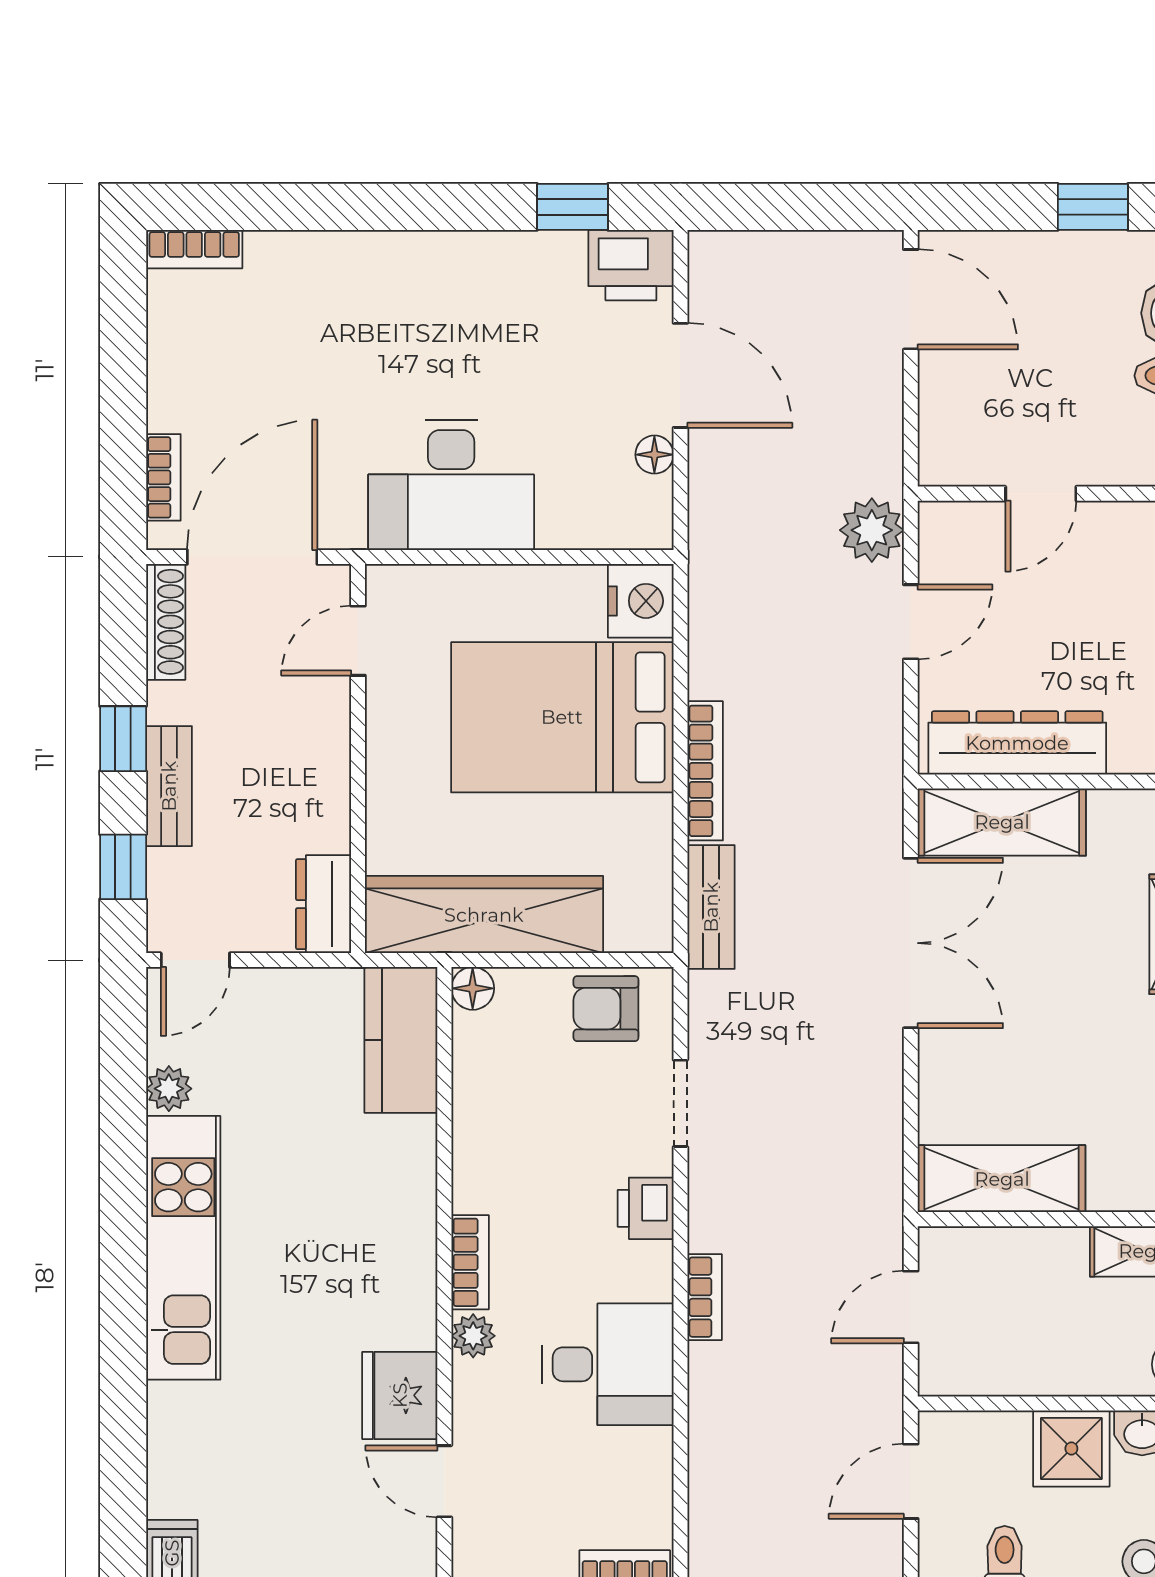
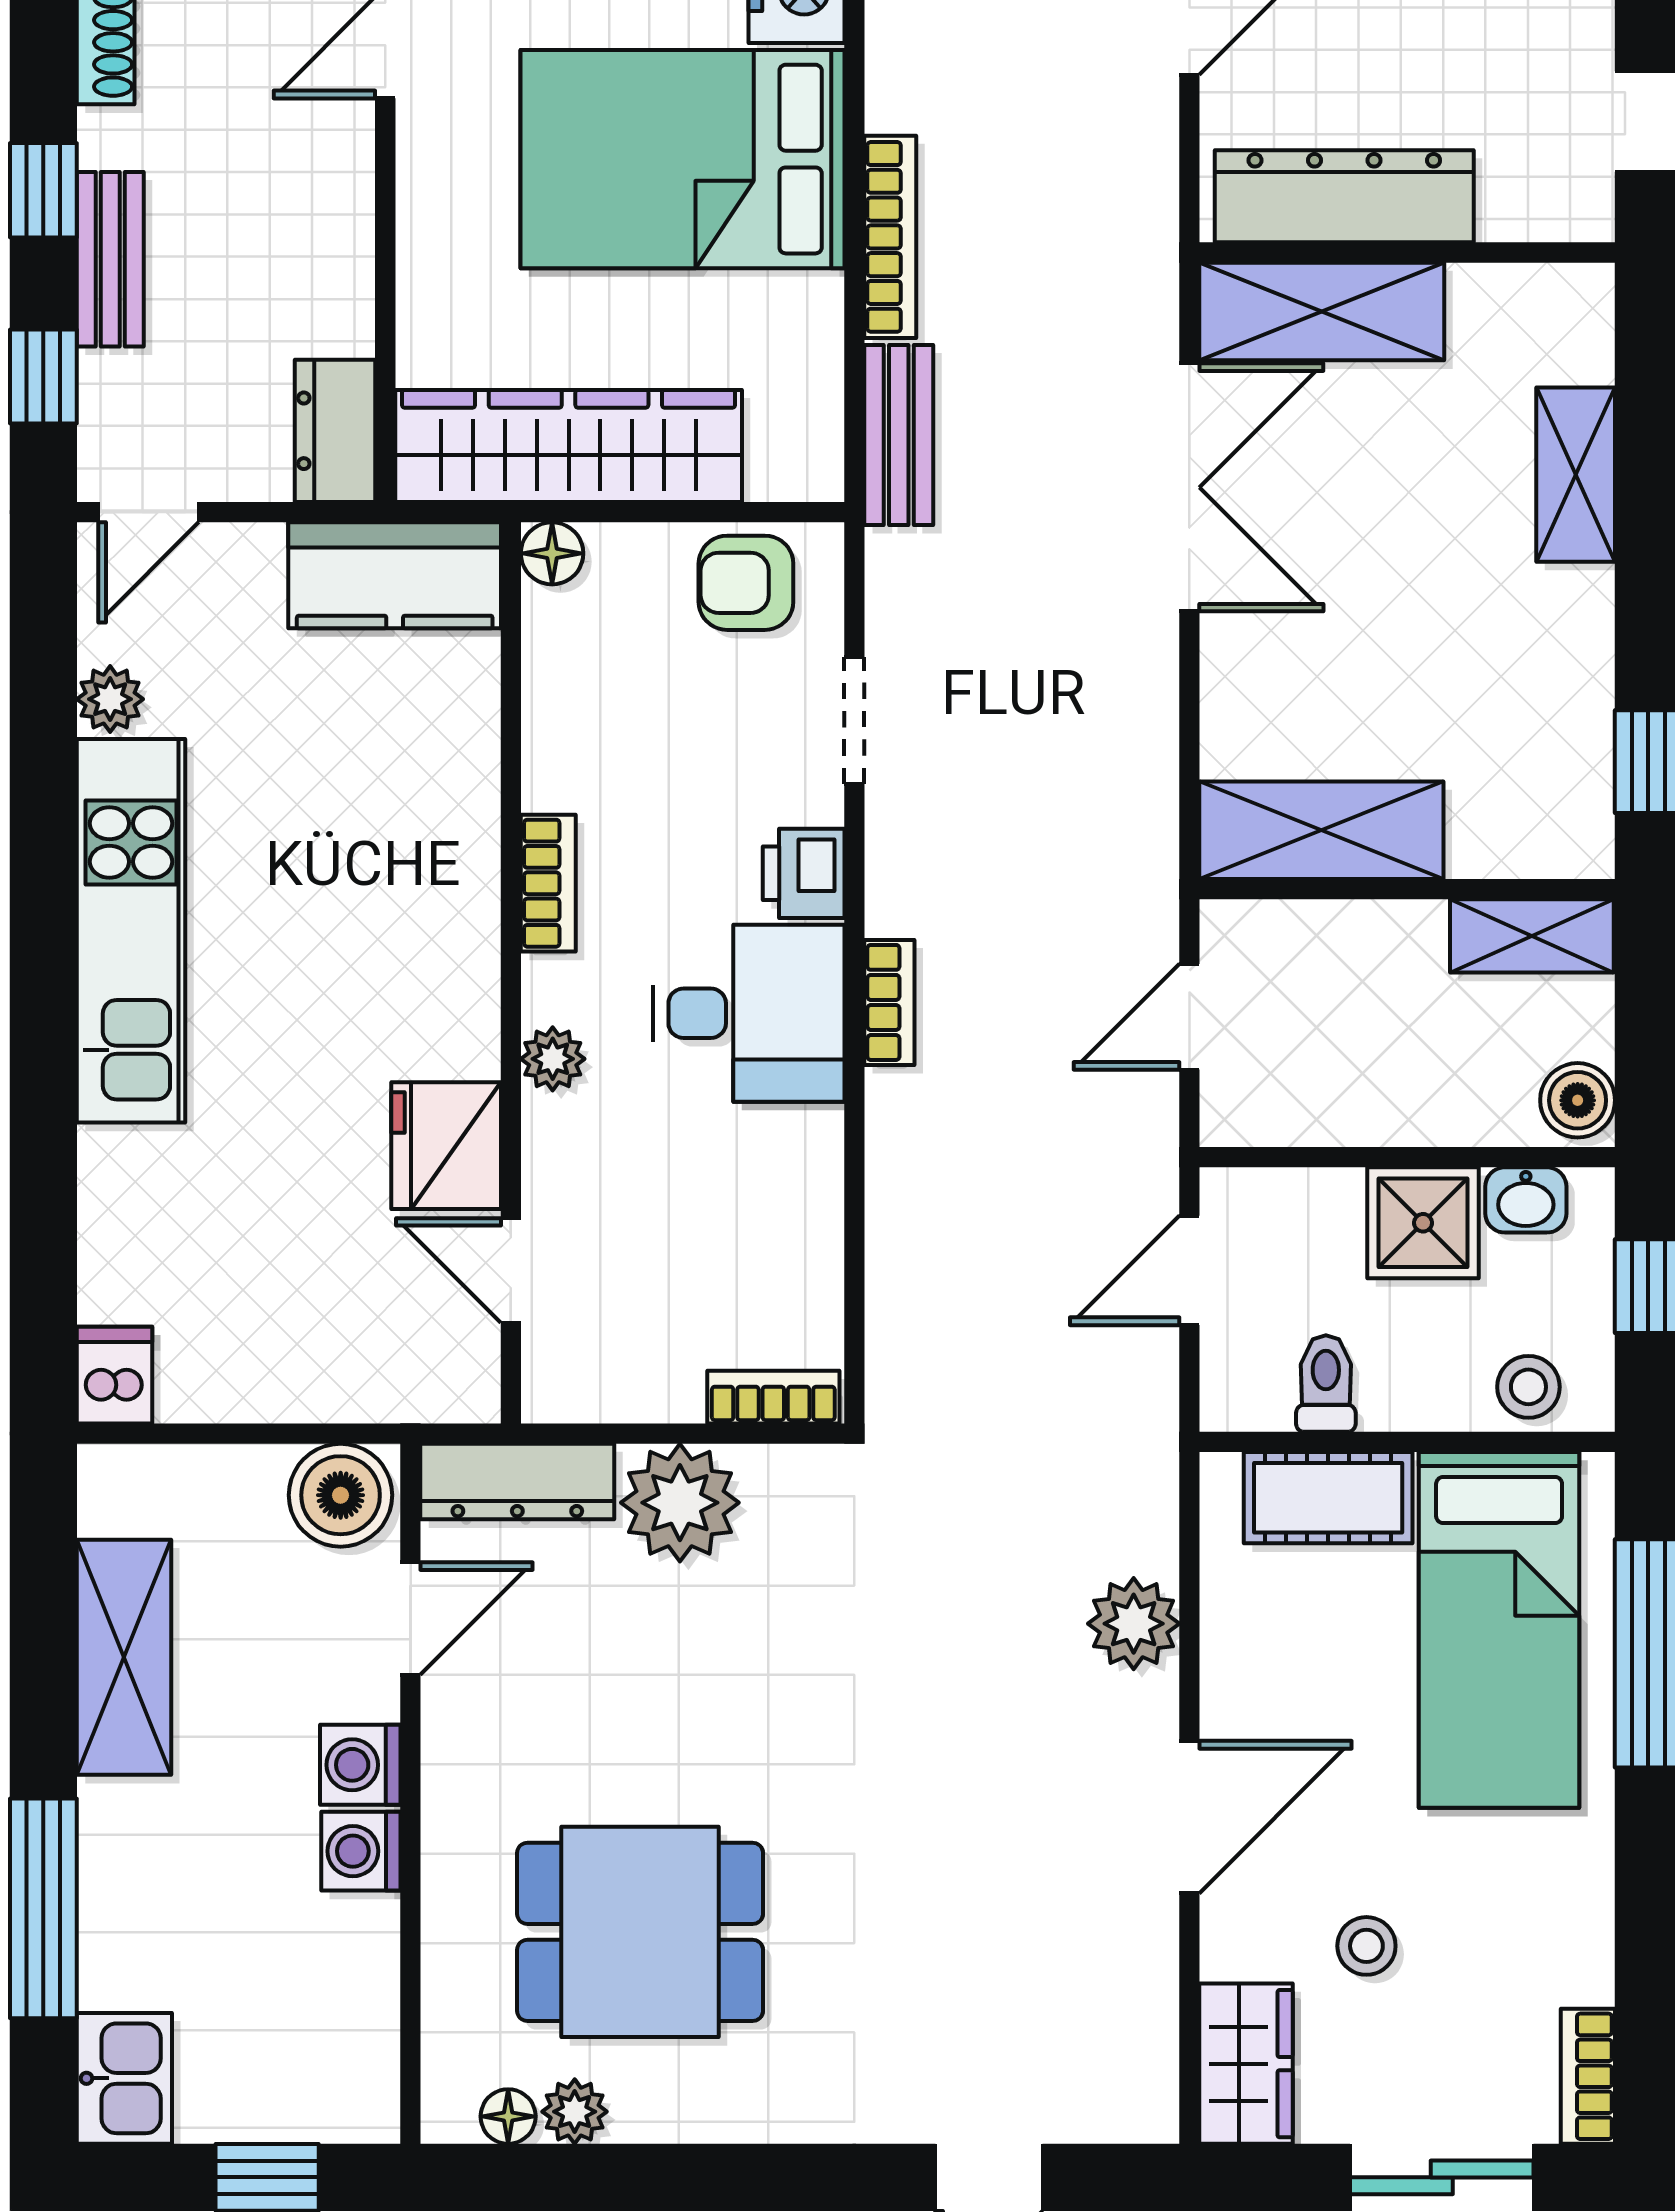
kitchen counter: (401, 1040) -> (395, 575), moved, turned -90
bookcase: (470, 1262) -> (548, 883), moved
desk: (608, 1364) -> (749, 1013), moved

